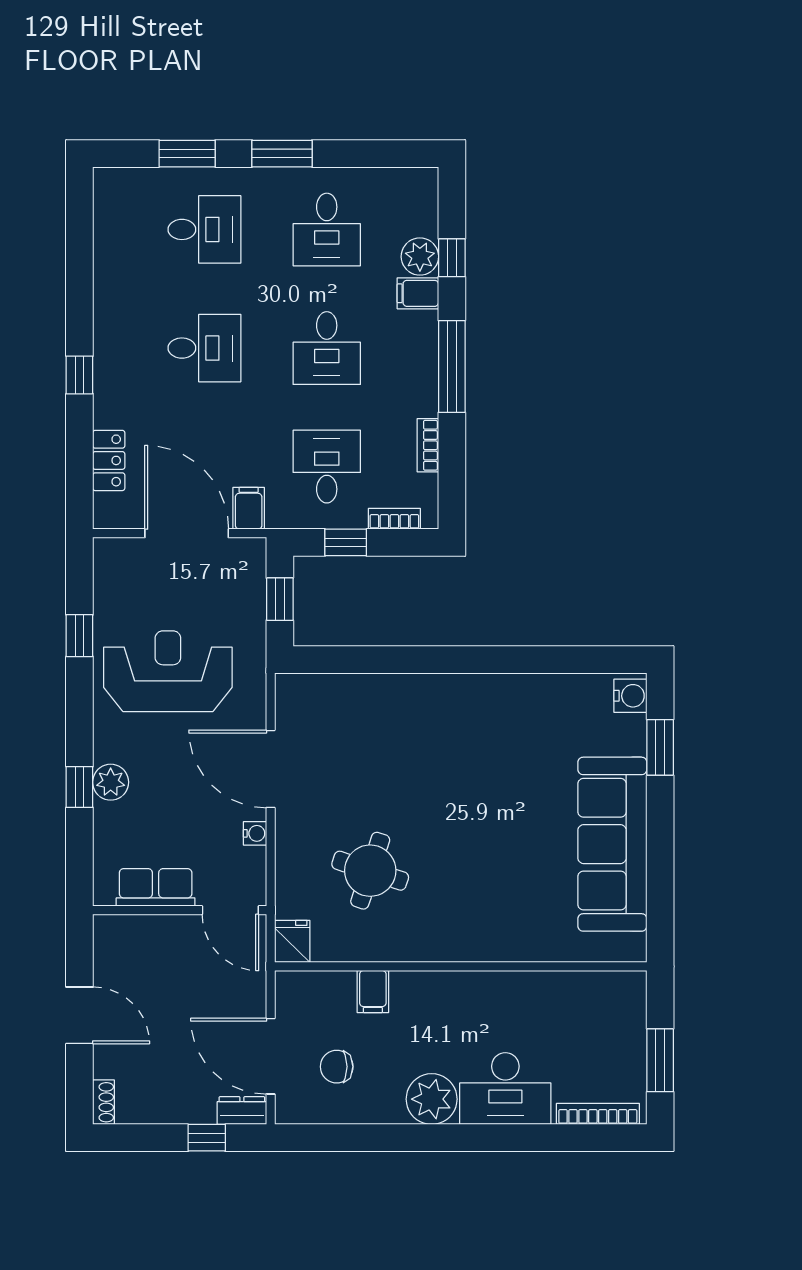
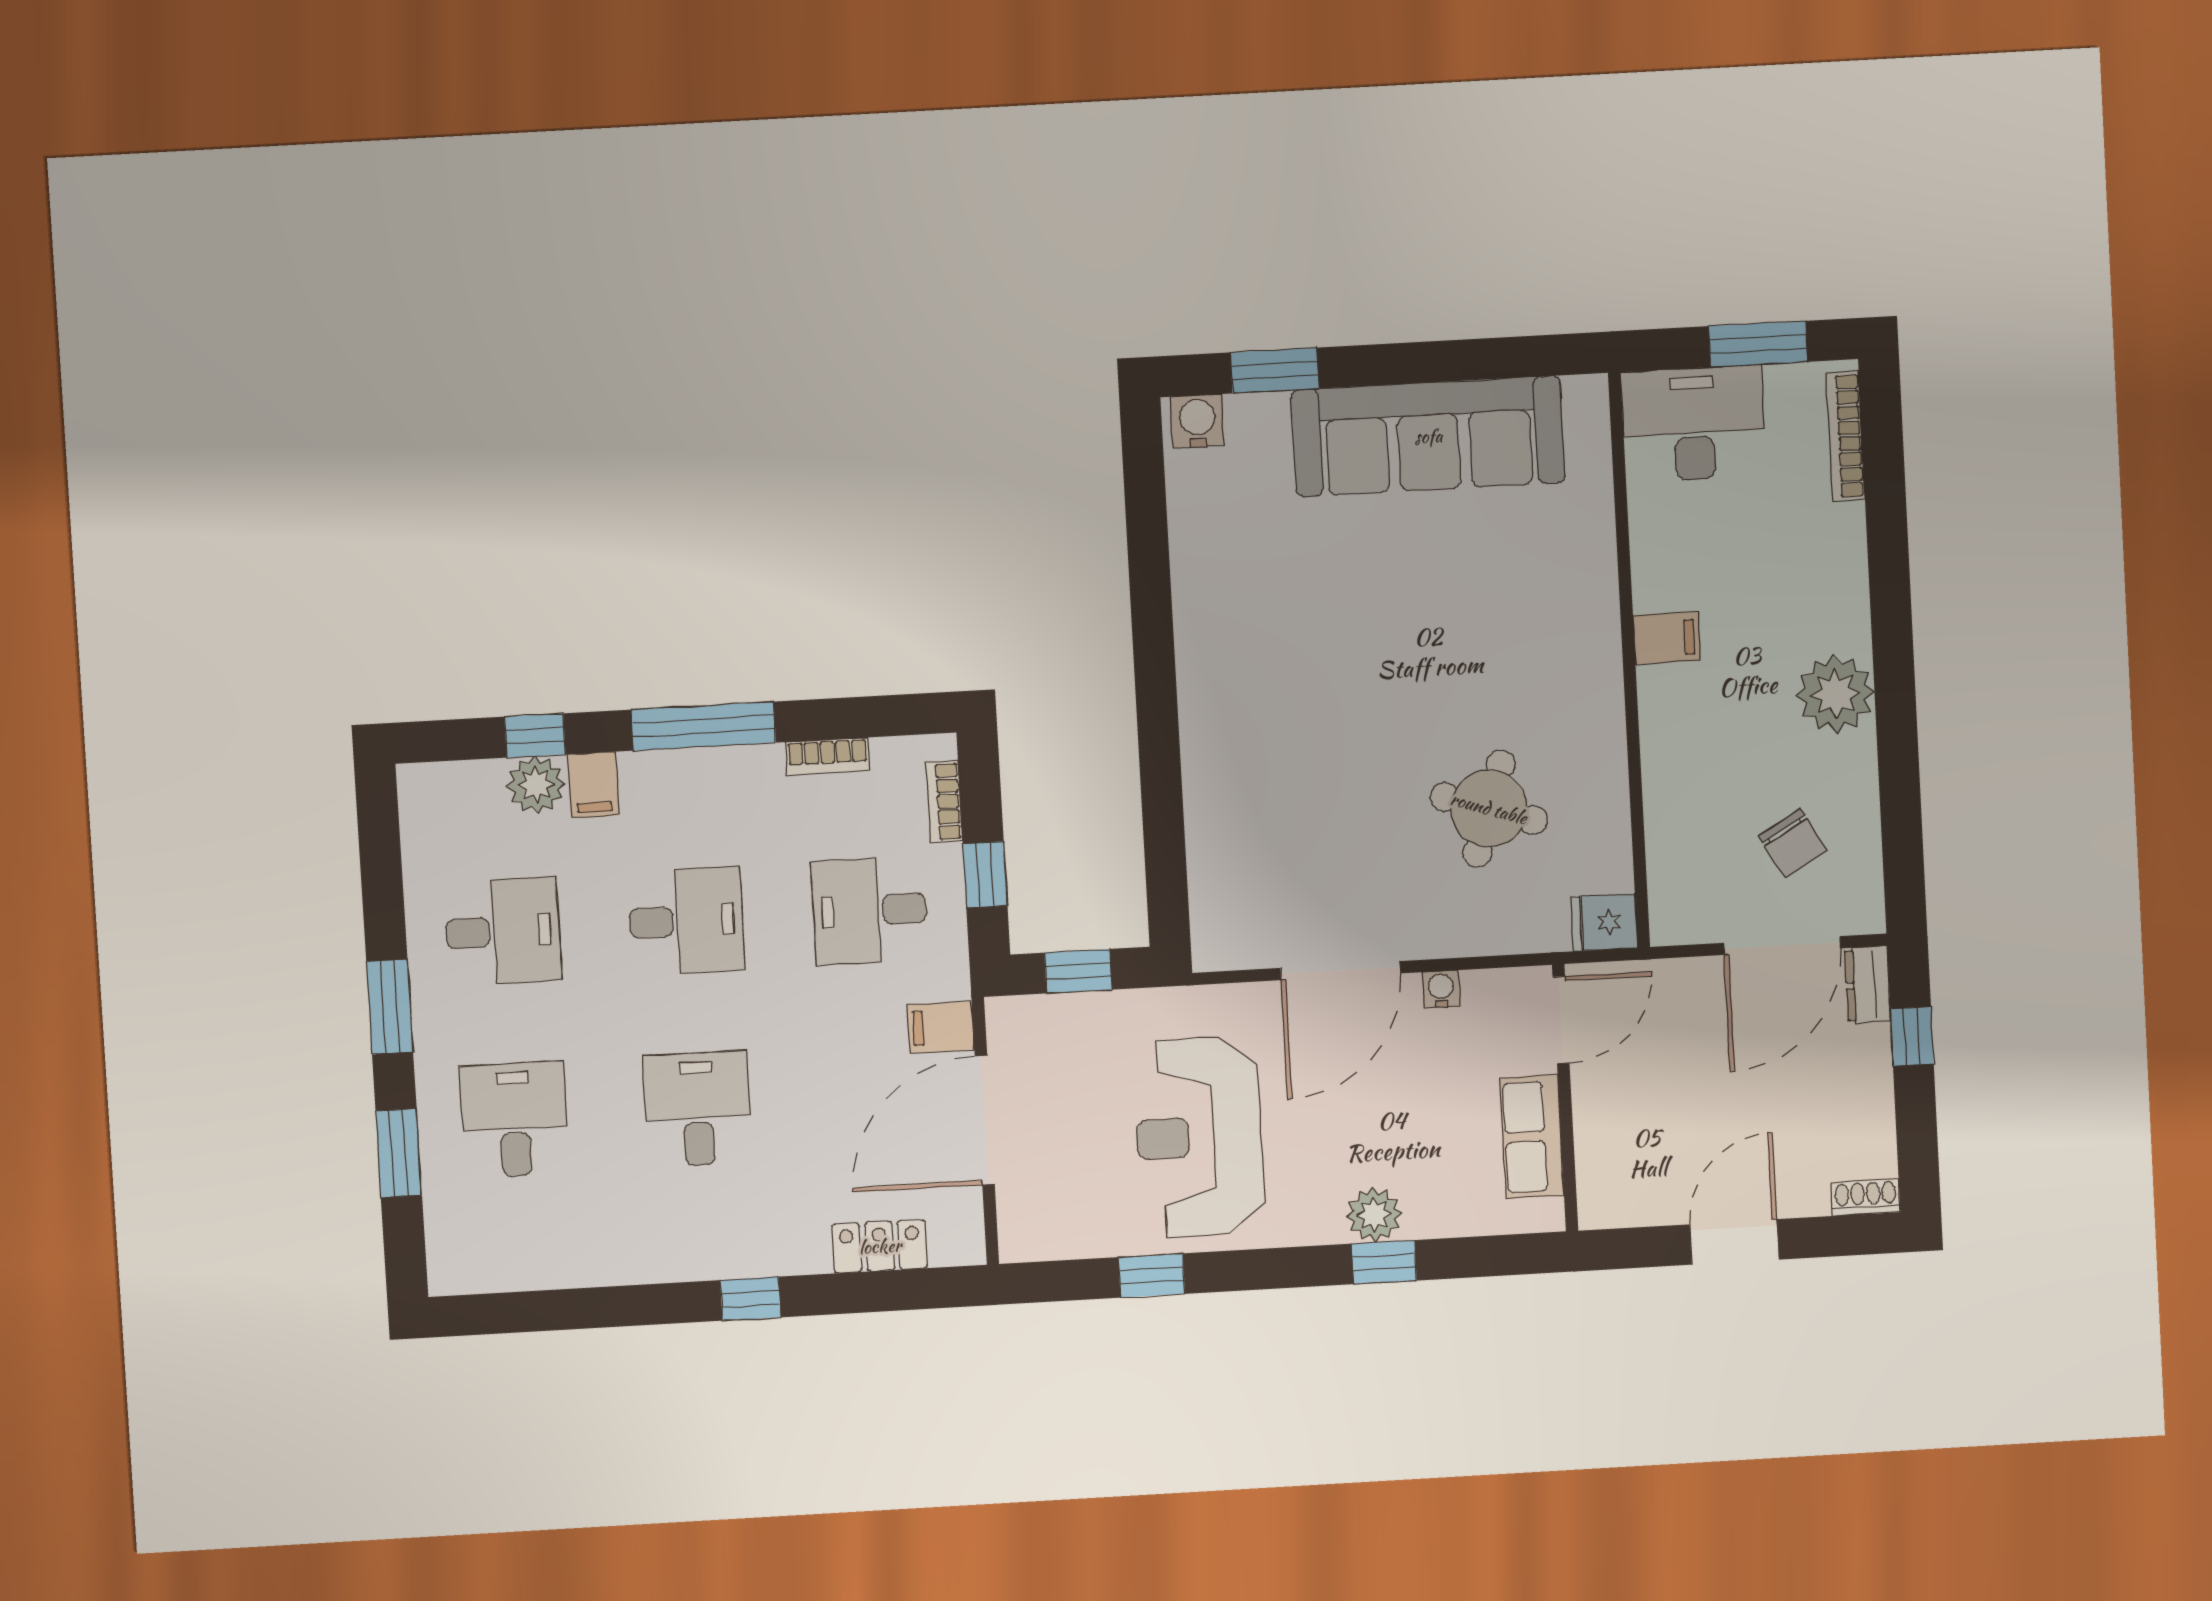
filing cabinet: (373, 991) -> (1667, 638), moved
chair: (337, 1067) -> (1793, 843), turned -30
desk: (505, 1089) -> (1694, 424), moved, turned -90

